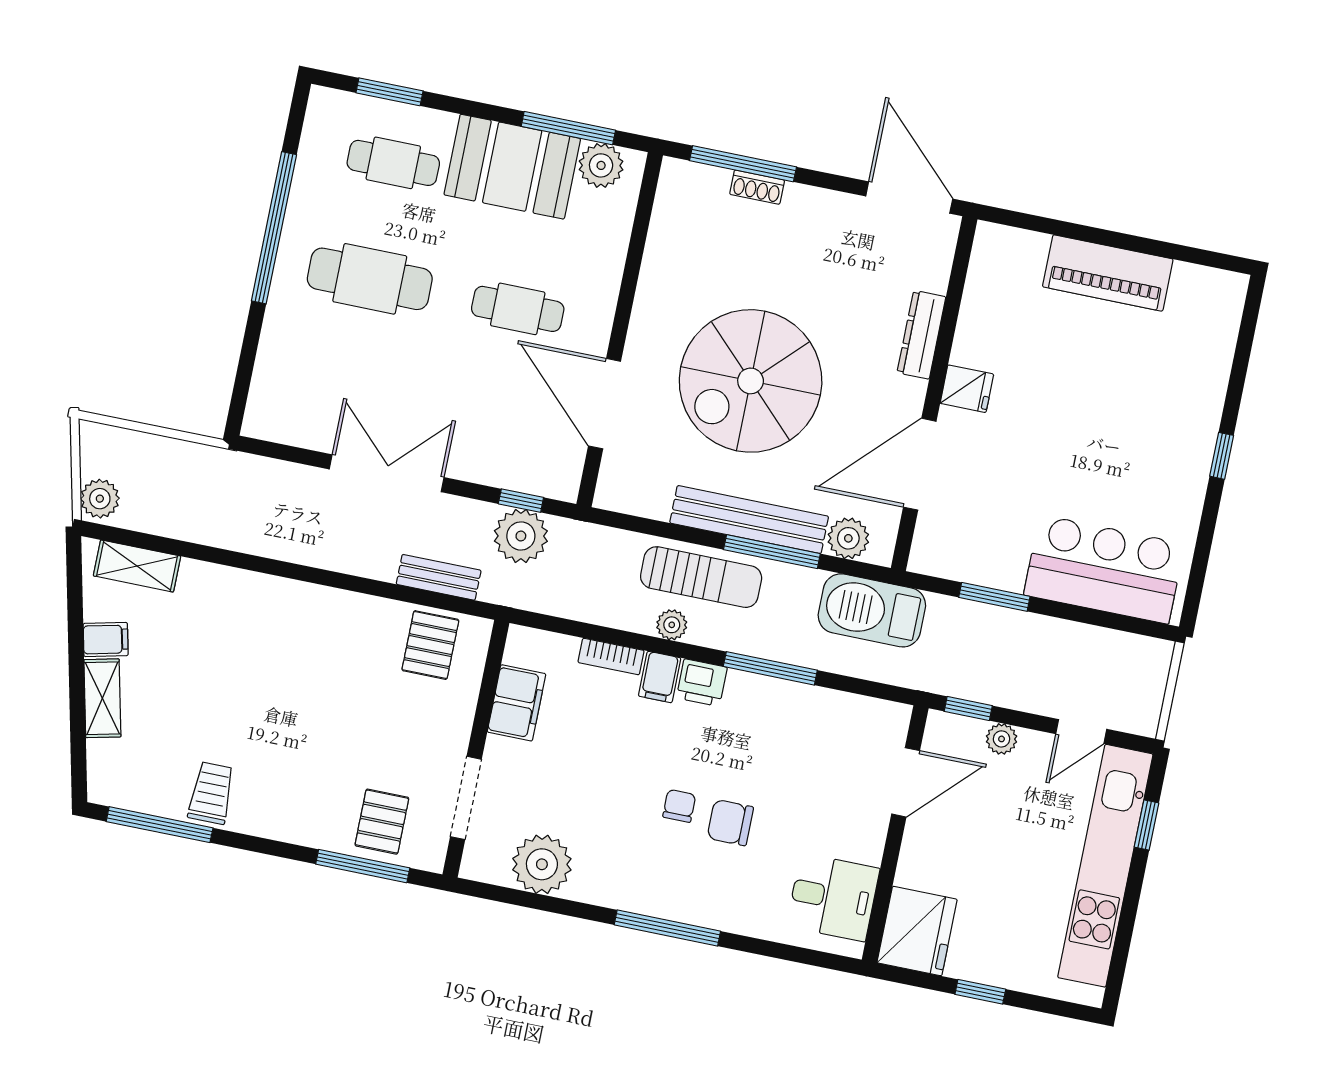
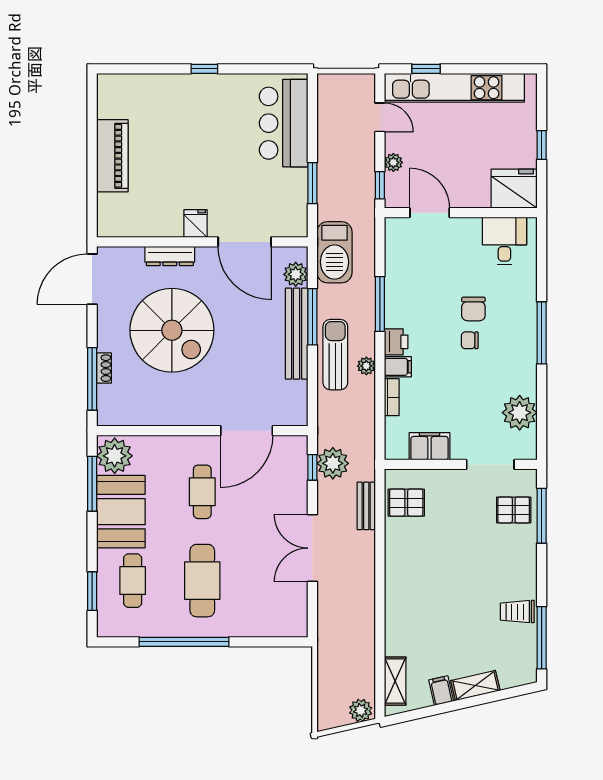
plant: (601, 165) -> (115, 456), width x1.36, depth x1.36
spiral stairs: (751, 381) -> (172, 330), moved

